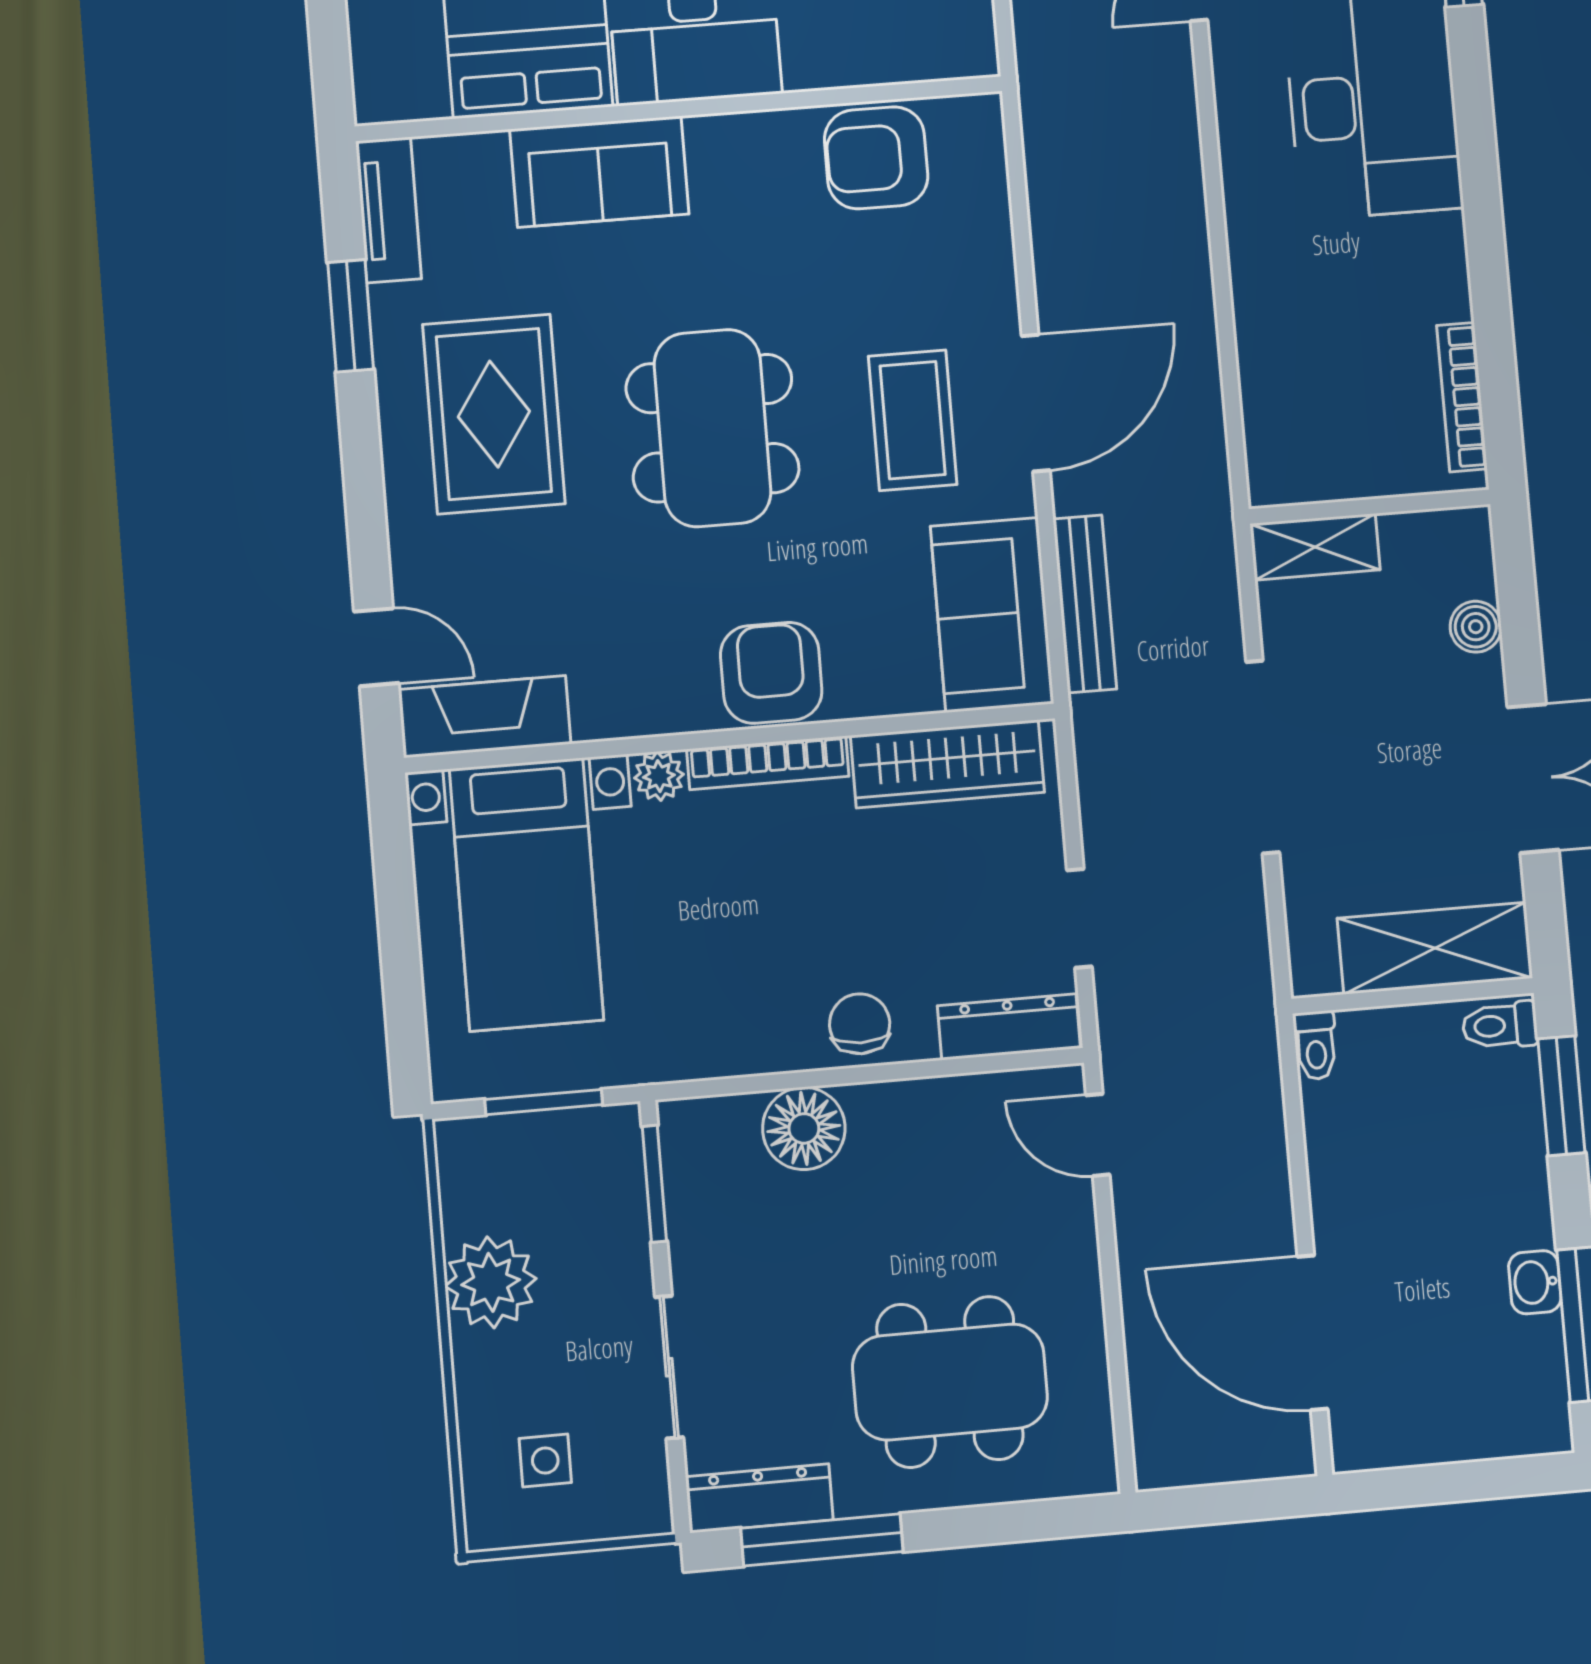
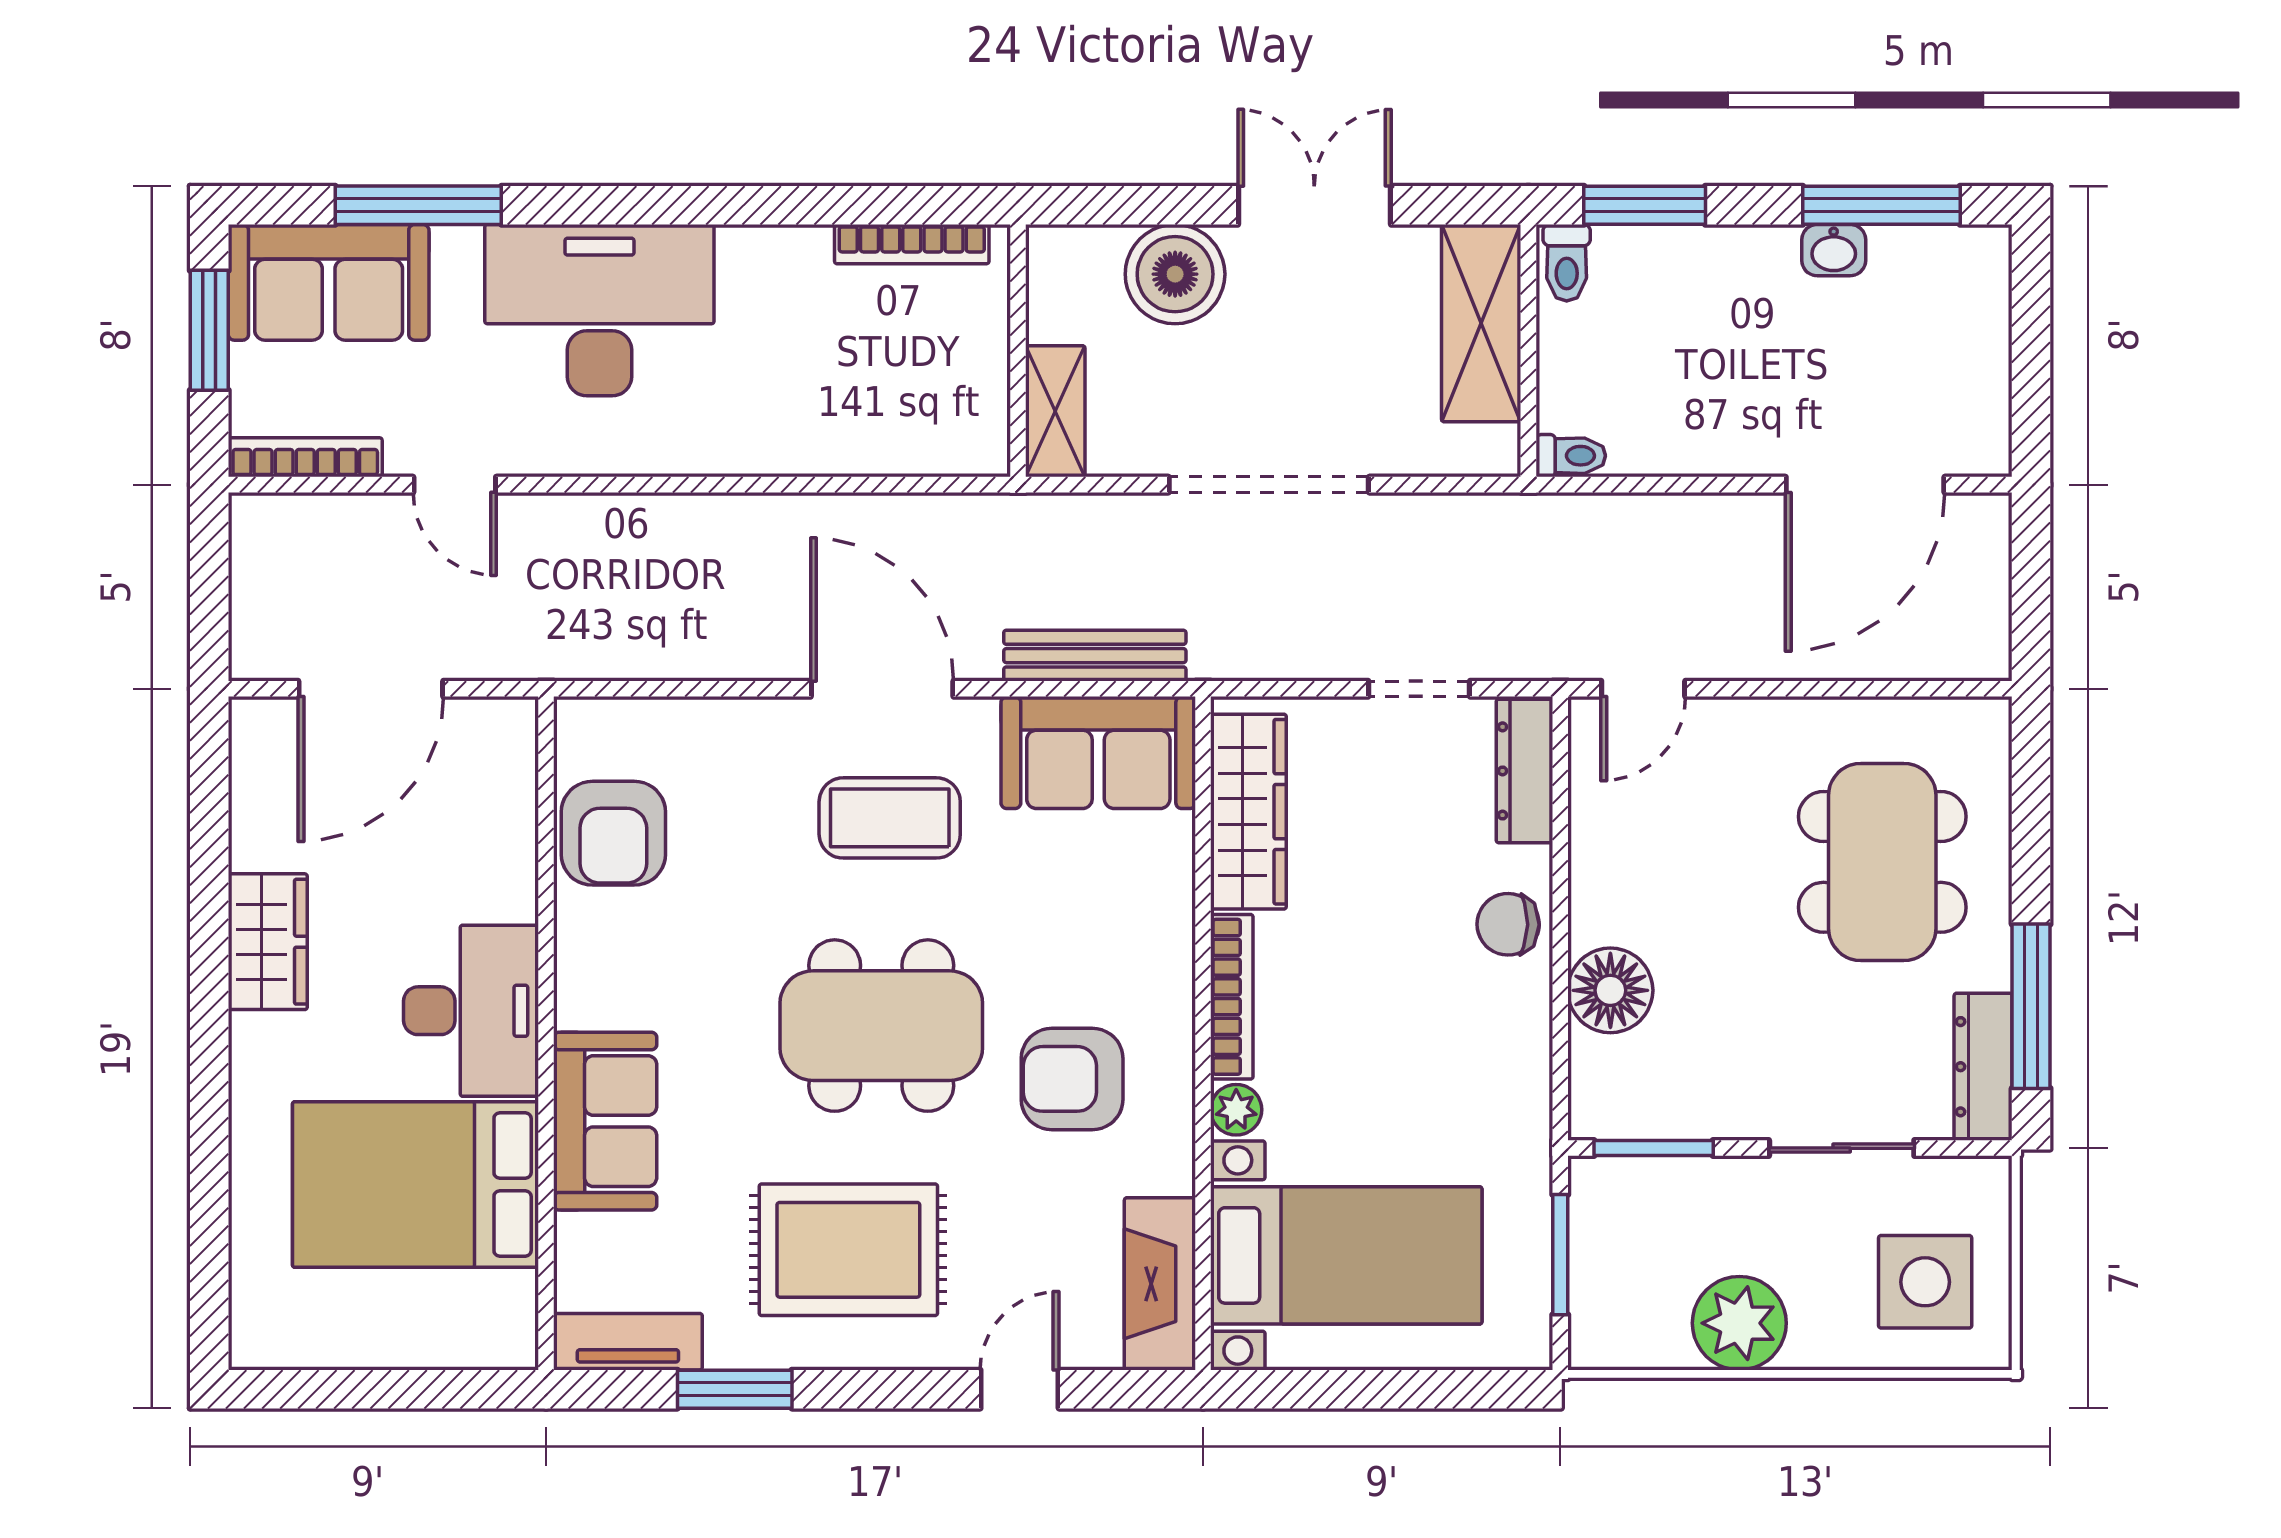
boiler: (1476, 627) -> (1175, 274), width x1.86, depth x1.86
door: (376, 647) -> (1020, 1389), moved
armchair: (771, 673) -> (1072, 1079), moved
side table: (545, 1460) -> (1925, 1282), width x1.87, depth x1.87

